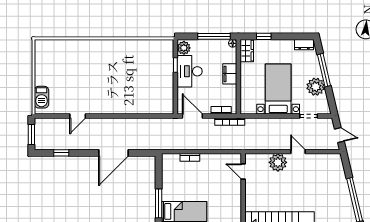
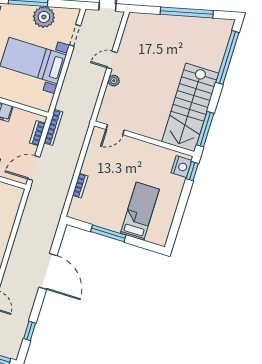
plant: (278, 162) -> (114, 81), width x0.53, depth x0.53
window: (159, 203) -> (108, 233), moved

